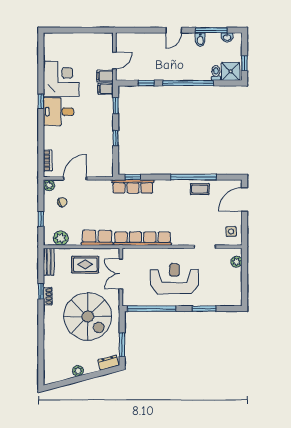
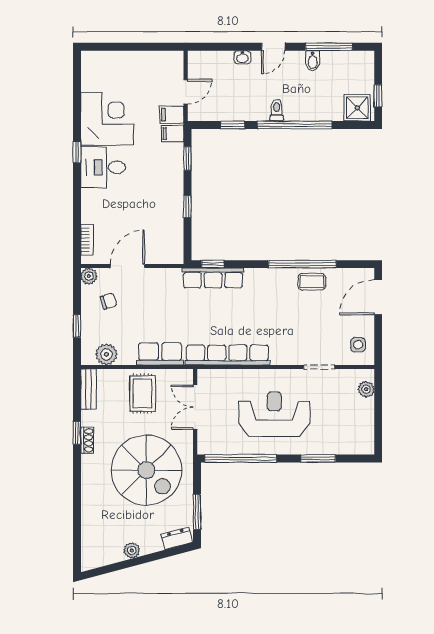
washbasin: (227, 37) -> (242, 57), moved
toilet: (216, 73) -> (277, 110), moved
rug: (85, 265) -> (142, 393), turned 90

